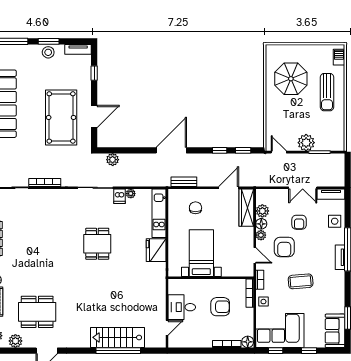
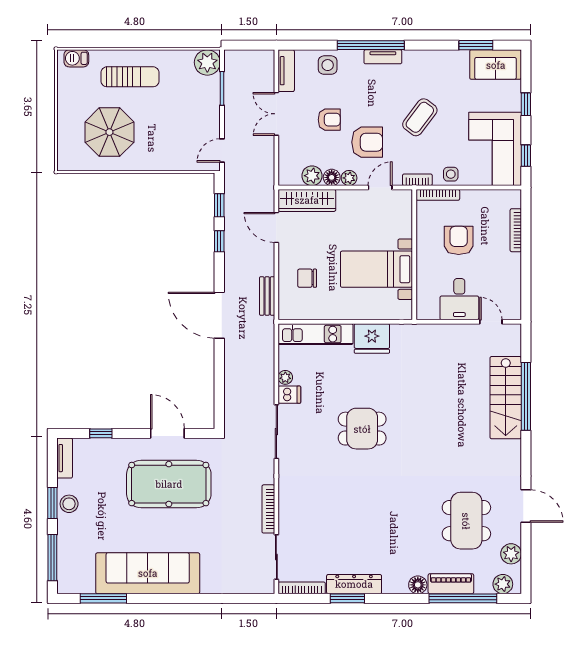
plant: (306, 143) -> (207, 62), moved
plant: (113, 160) -> (233, 405), removed
double door: (303, 188) -> (276, 114), swing flipped
coffee table: (301, 281) -> (420, 117), turned 42
floor lamp: (248, 342) -> (512, 198), removed

